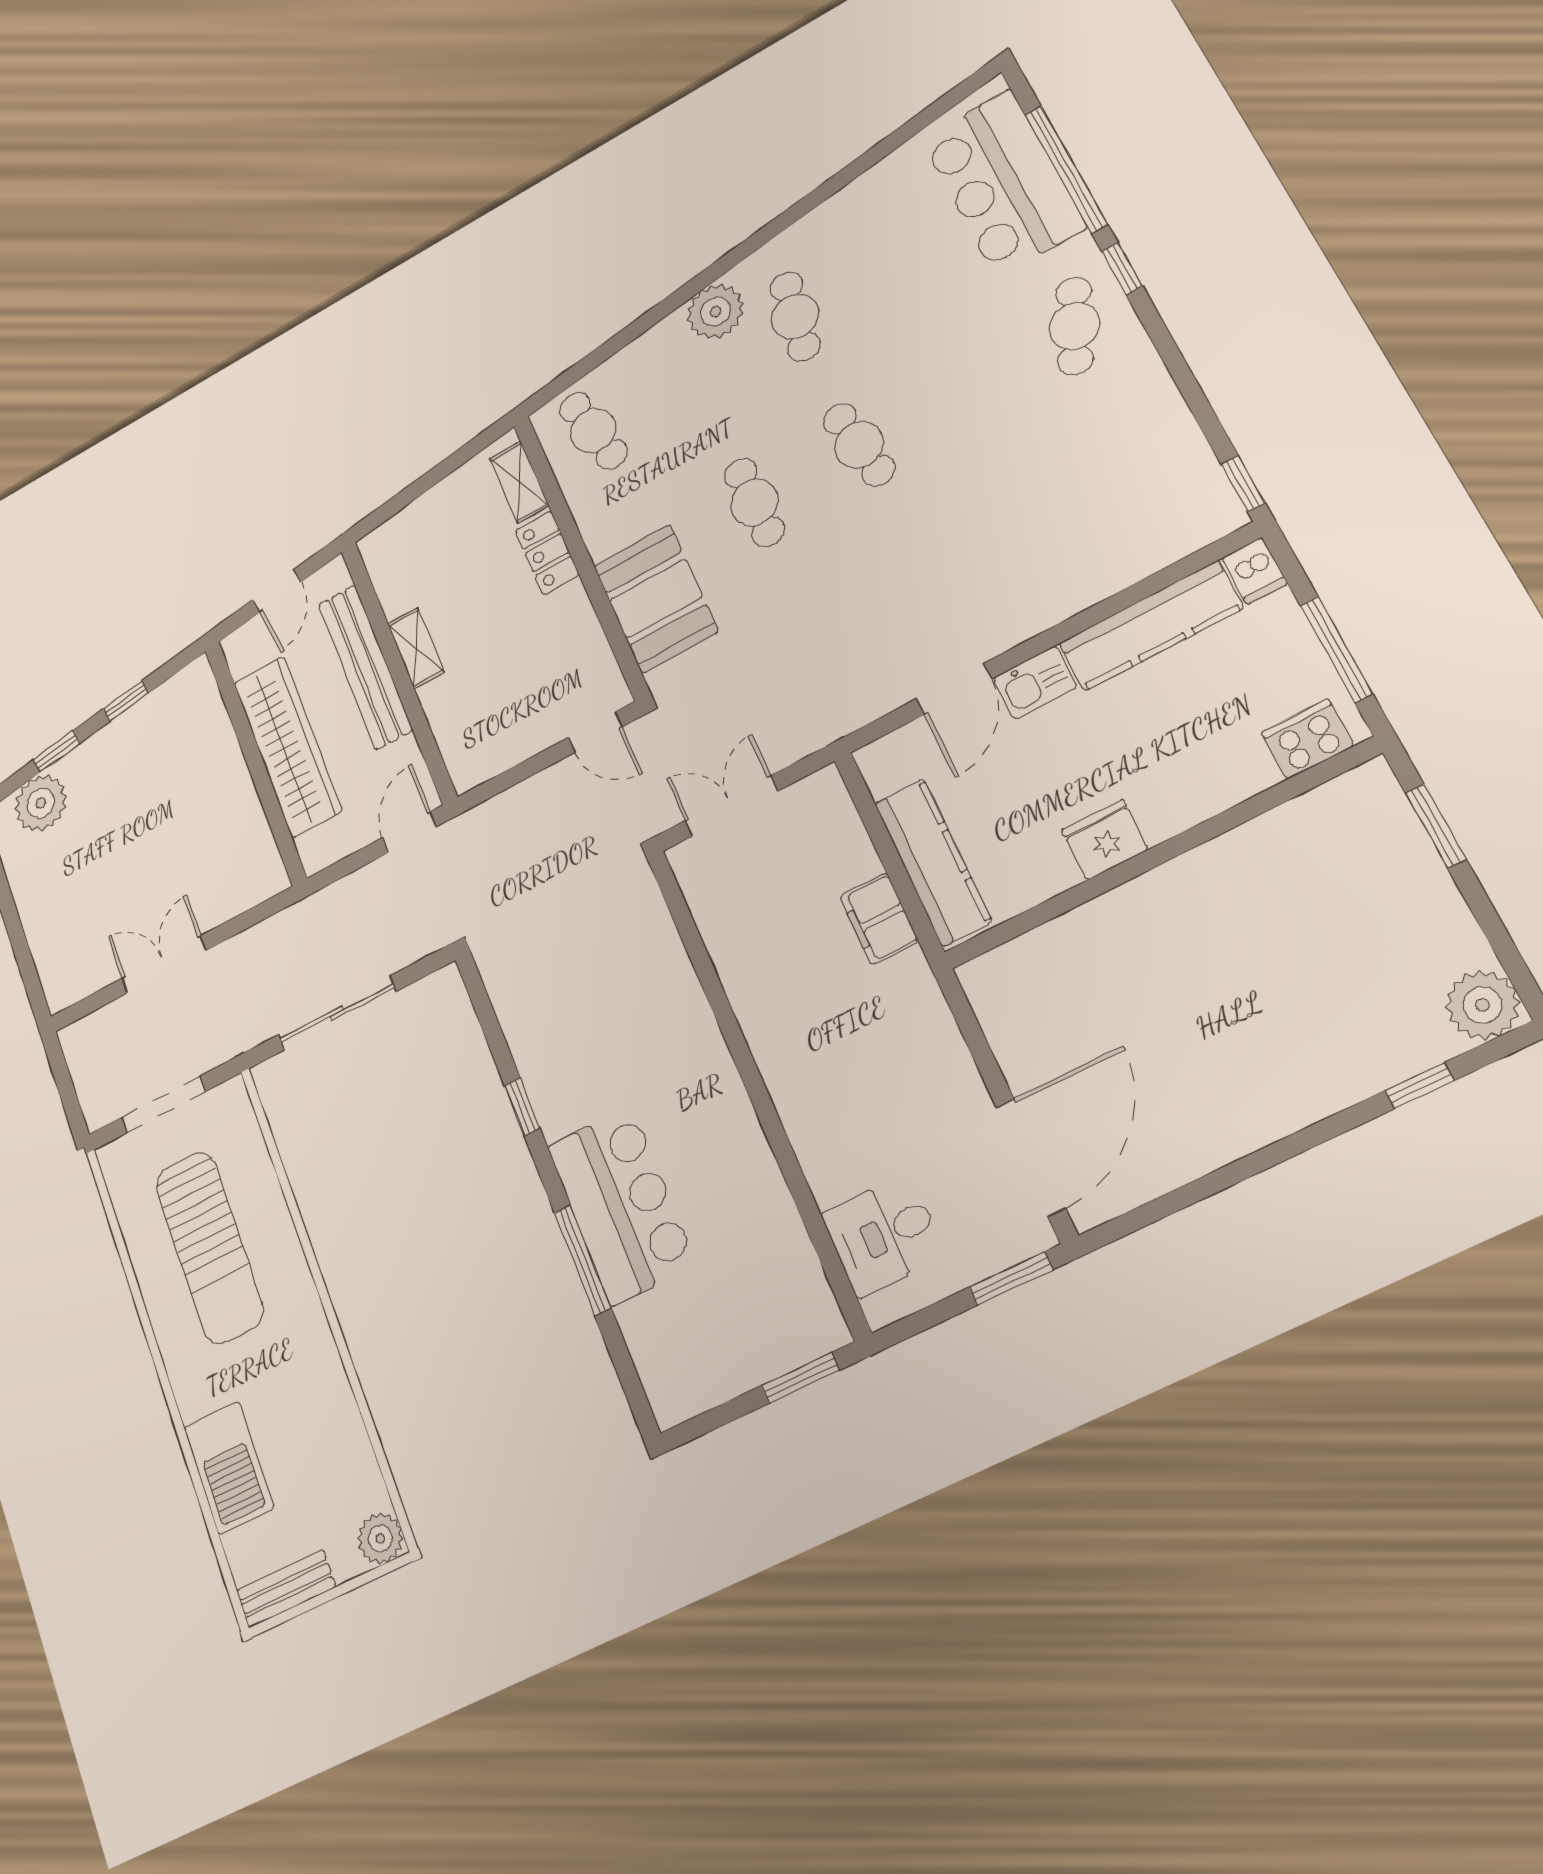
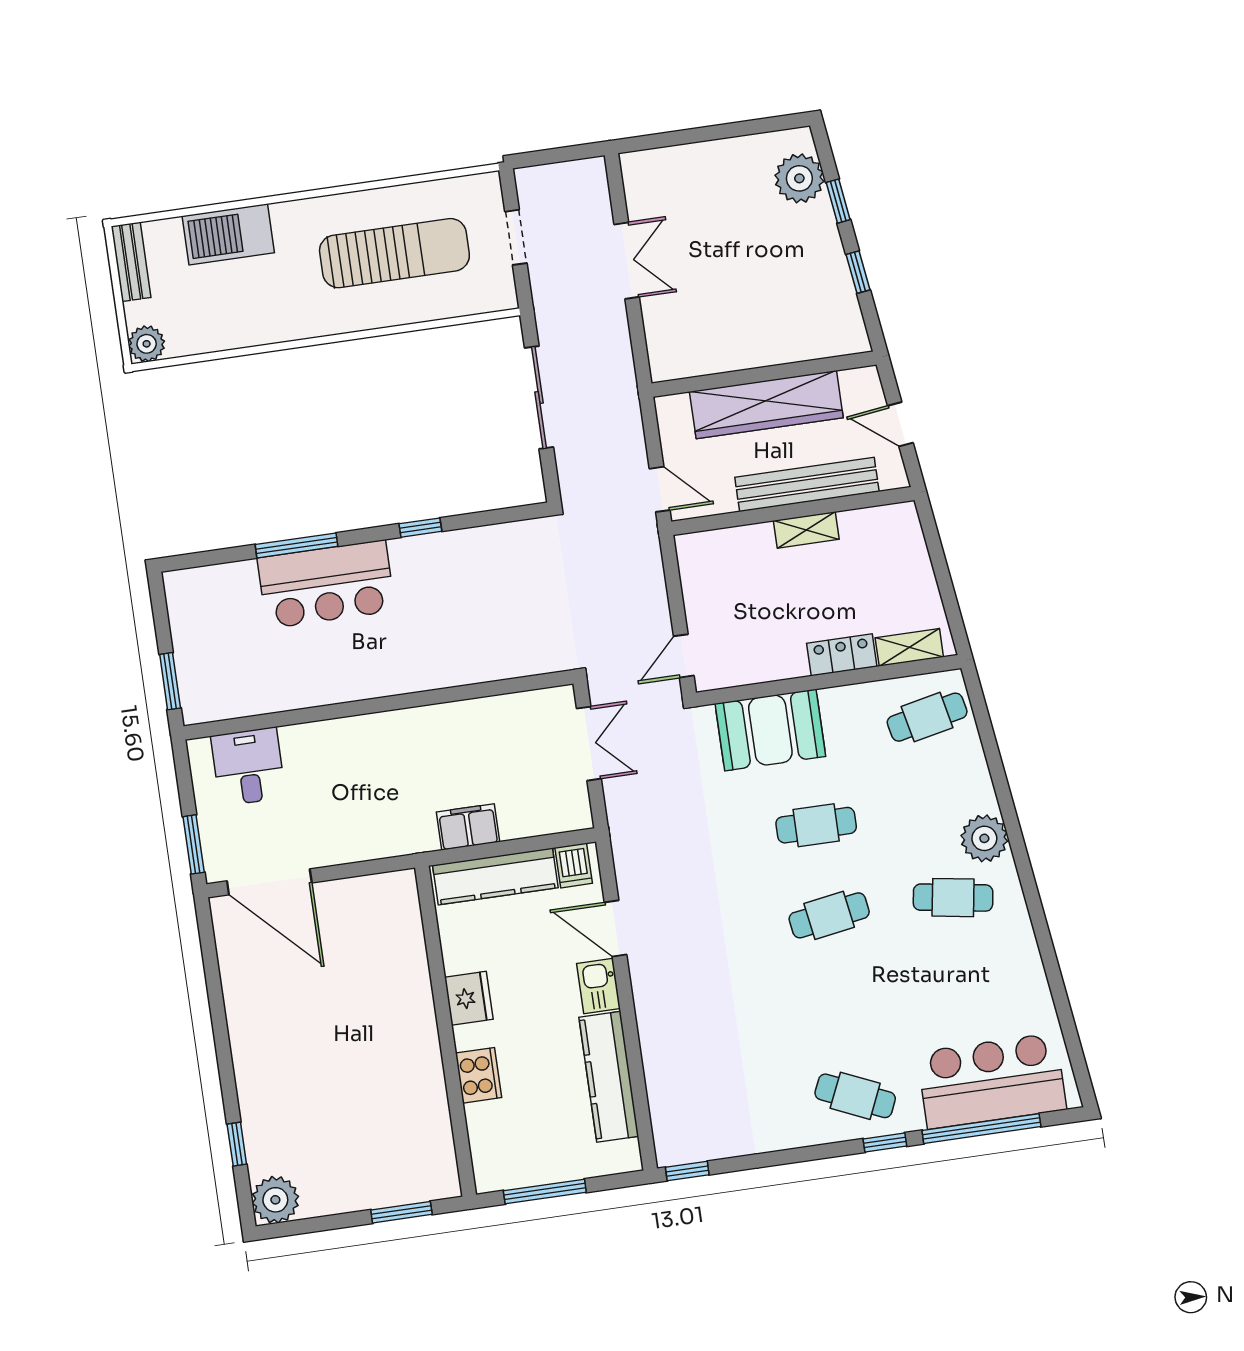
dishwasher: (1255, 571) -> (574, 865), moved, turned -90
cooker: (1307, 739) -> (479, 1075), moved
doorway: (163, 1104) -> (516, 237), width x0.73
sun lounger: (209, 1247) -> (394, 253), turned 180

